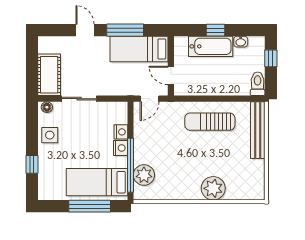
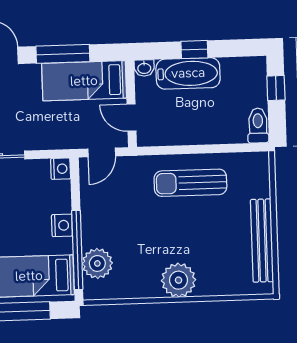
washbasin: (241, 42) -> (144, 68), moved
bench: (258, 130) -> (262, 241), moved
nightstand: (121, 132) -> (61, 169), moved
plant: (213, 188) -> (179, 280), moved

